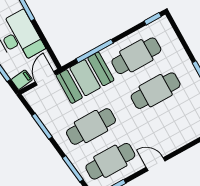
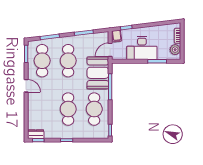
door: (45, 78) -> (110, 50), swing flipped
door: (156, 164) -> (26, 86), hinge flipped

